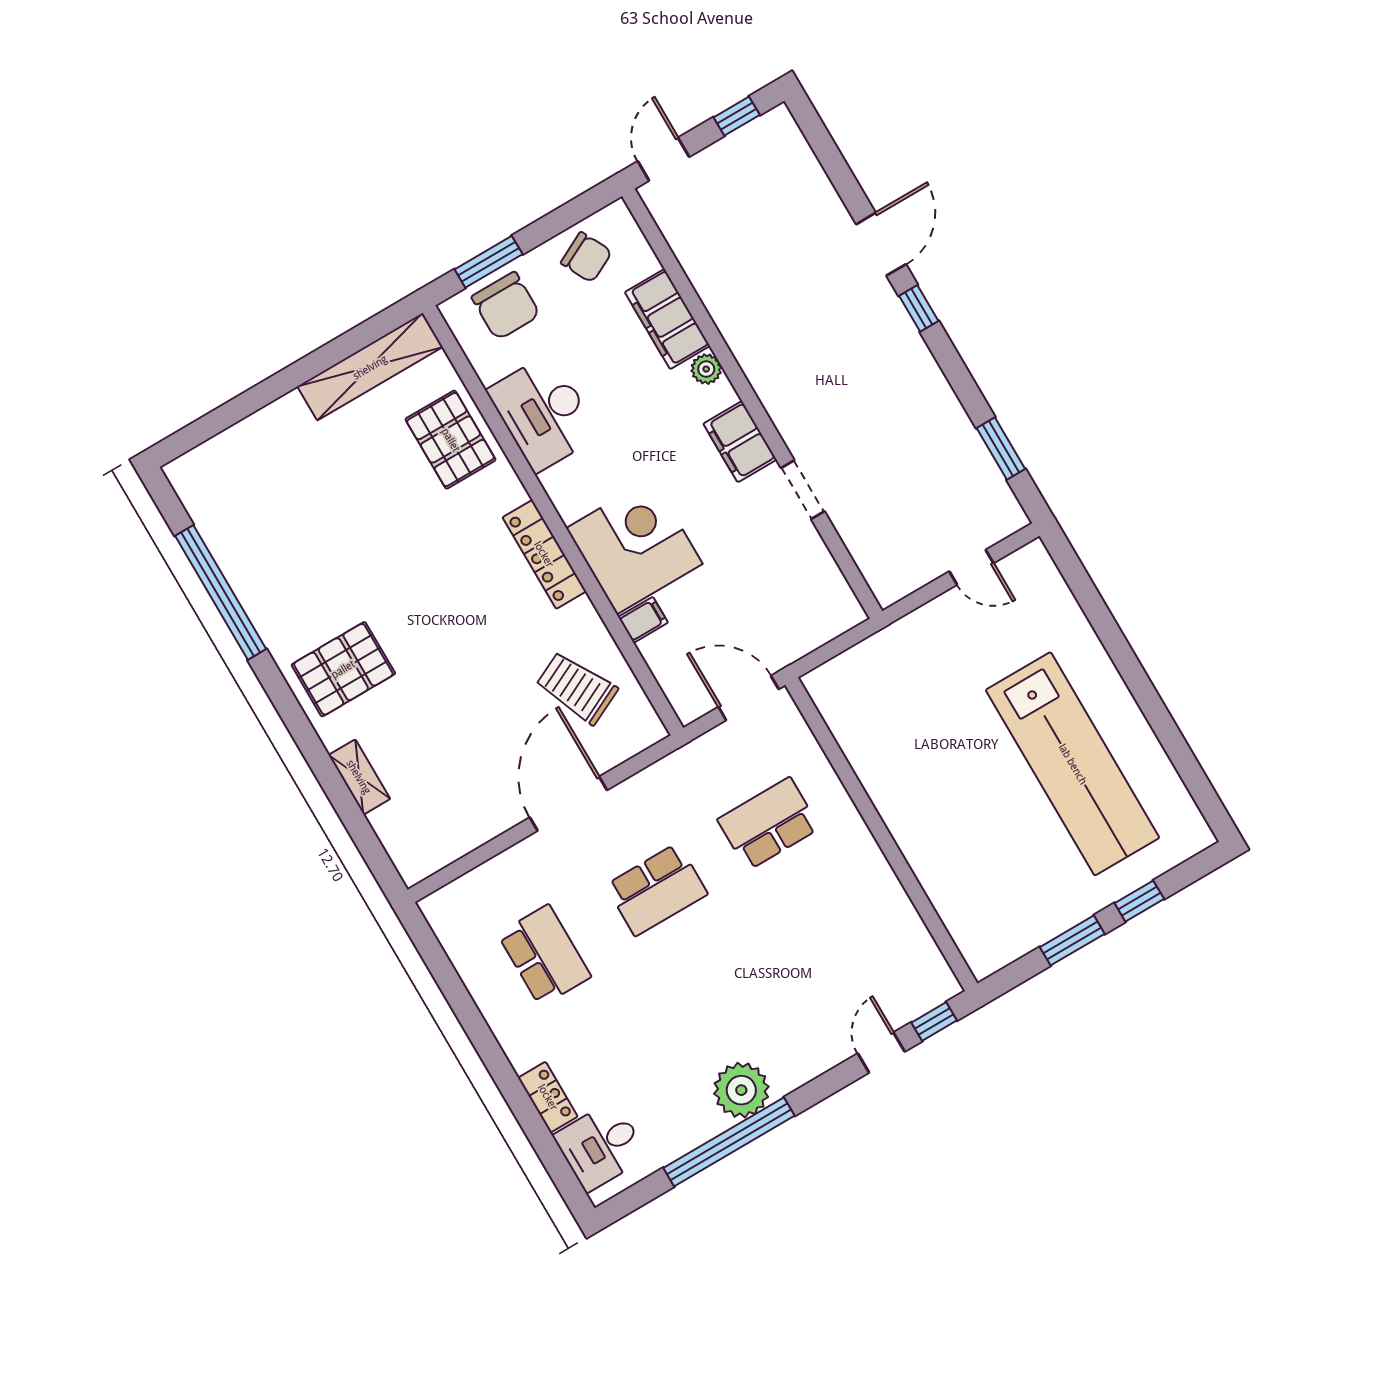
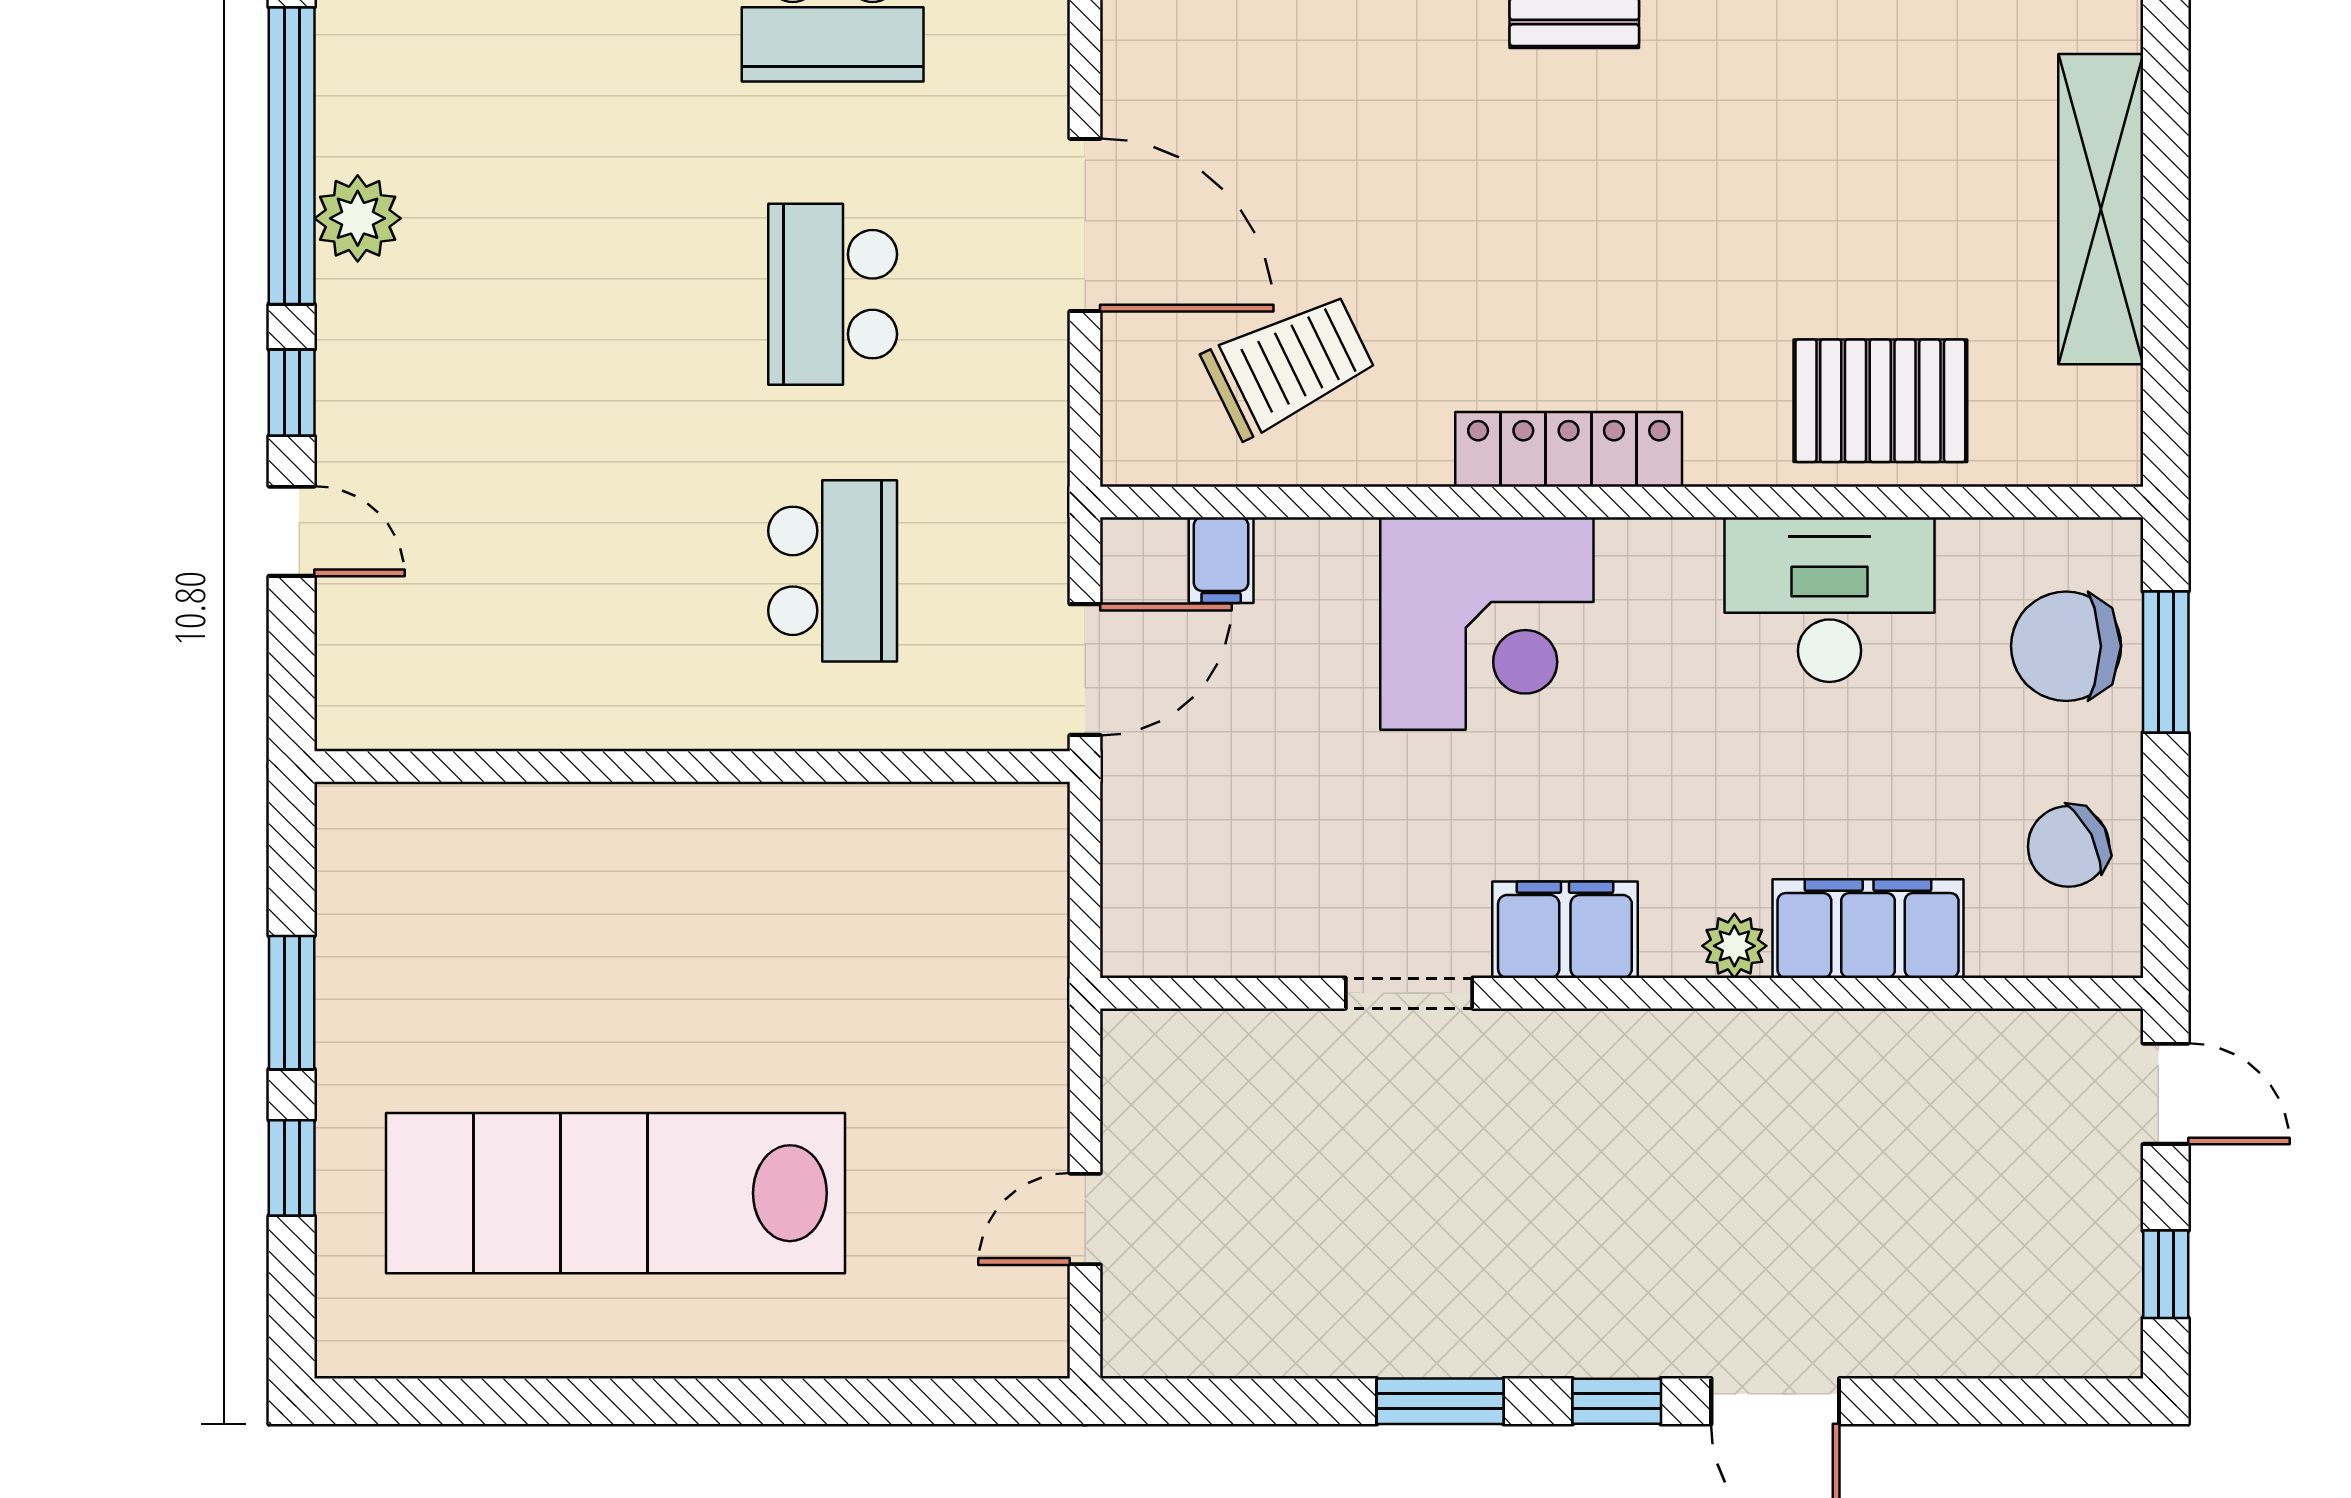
shelving: (370, 367) -> (2101, 209), moved
window: (1001, 448) -> (1440, 1401), moved
filing cabinet: (643, 620) -> (1221, 560), moved
window: (934, 1021) -> (292, 393), moved
plant: (741, 1090) -> (358, 218), width x0.73, depth x0.73

